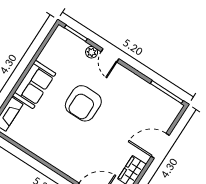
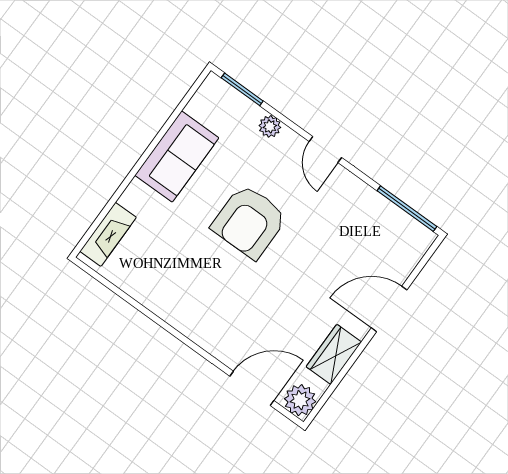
door: (110, 55) -> (325, 149), moved
sofa: (34, 84) -> (177, 157), moved

